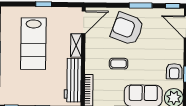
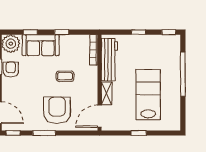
armchair: (127, 29) -> (57, 110), turned -110

